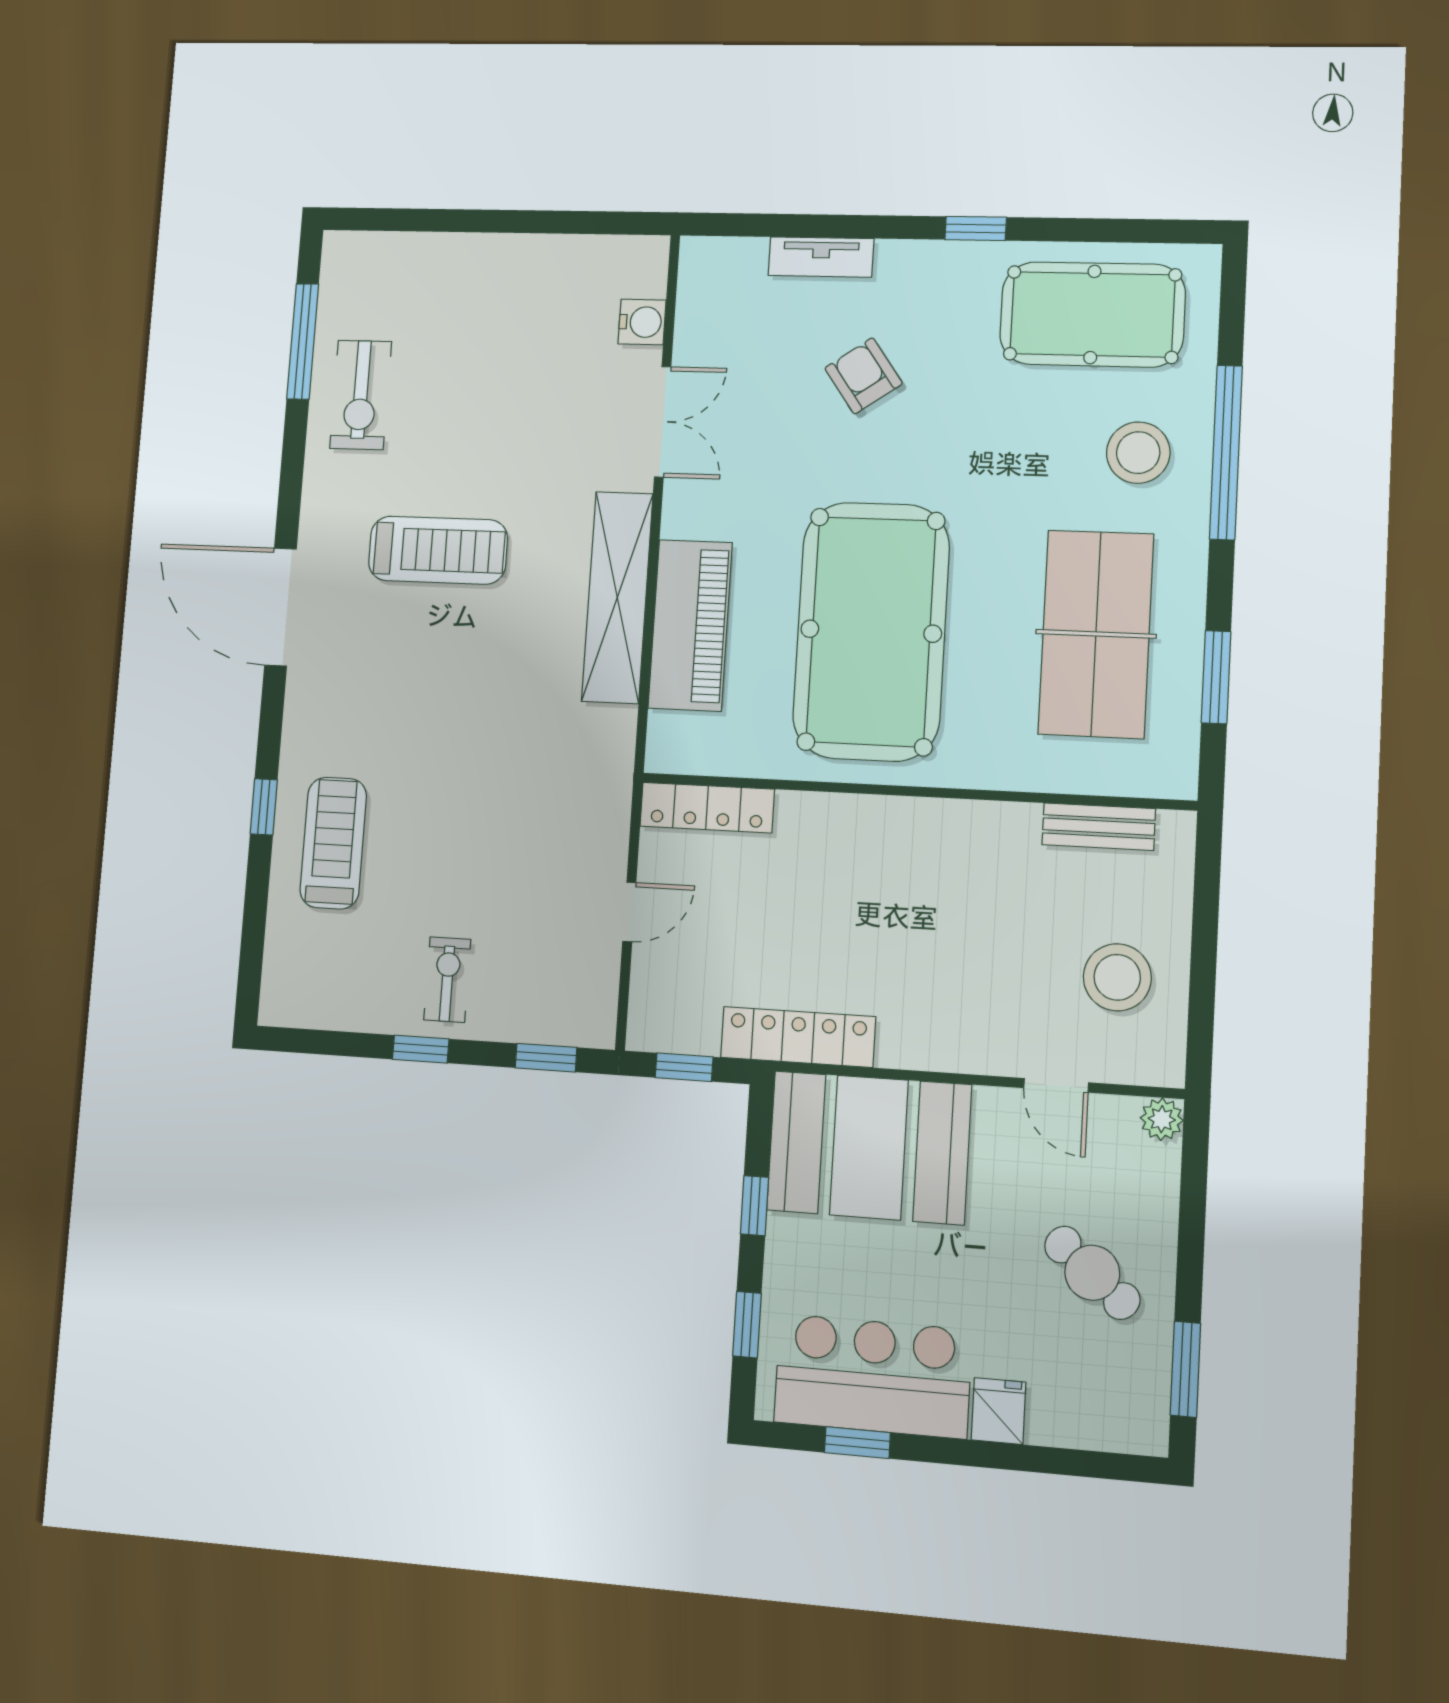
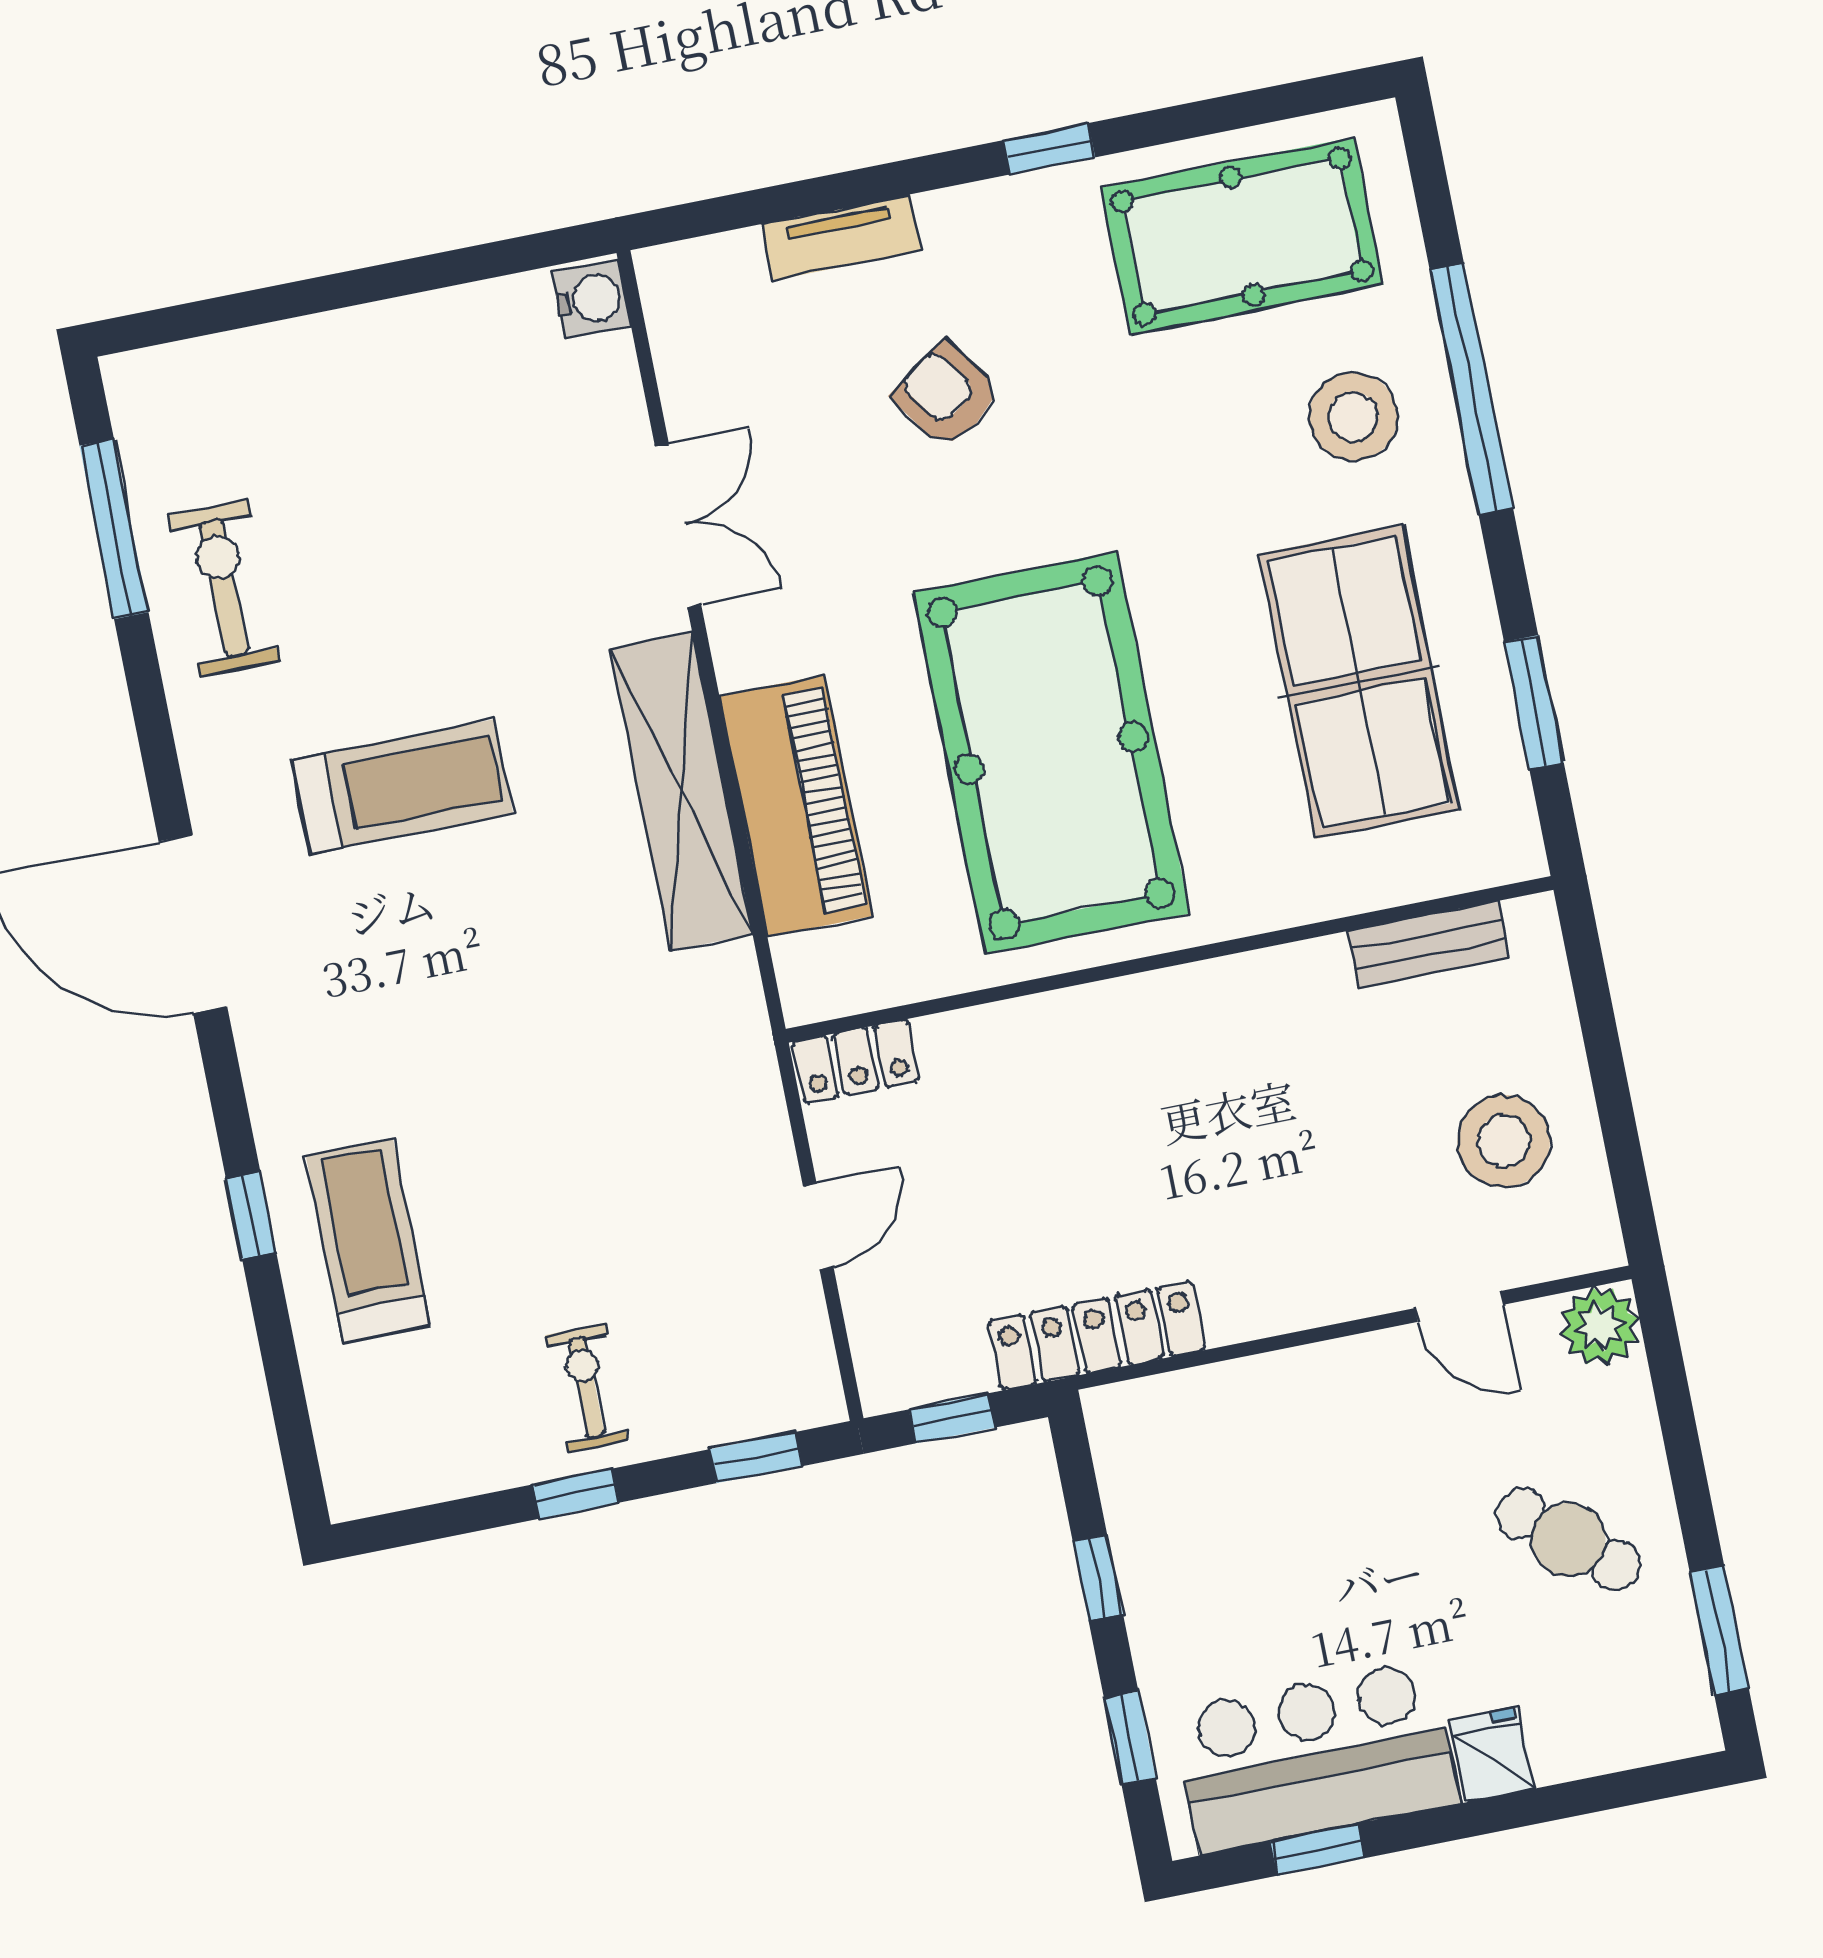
water cooler: (642, 322) -> (591, 299), moved
exercise bike: (361, 395) -> (224, 588), turned 180
locker: (707, 808) -> (856, 1061), width x0.66
plant: (1162, 1119) -> (1600, 1326), width x1.38, depth x1.38
booth: (869, 1147) -> (1232, 1457), removed

